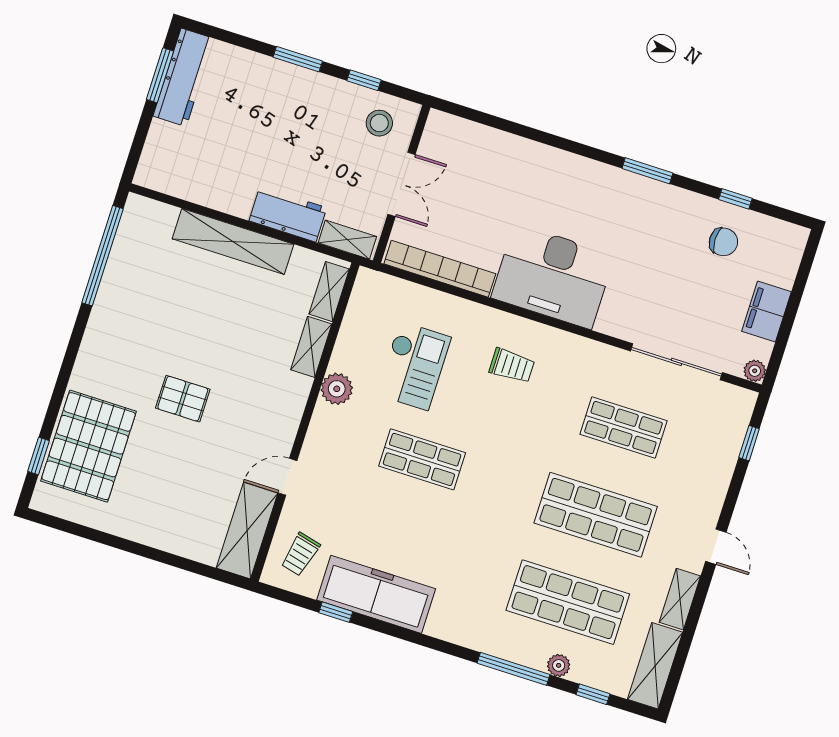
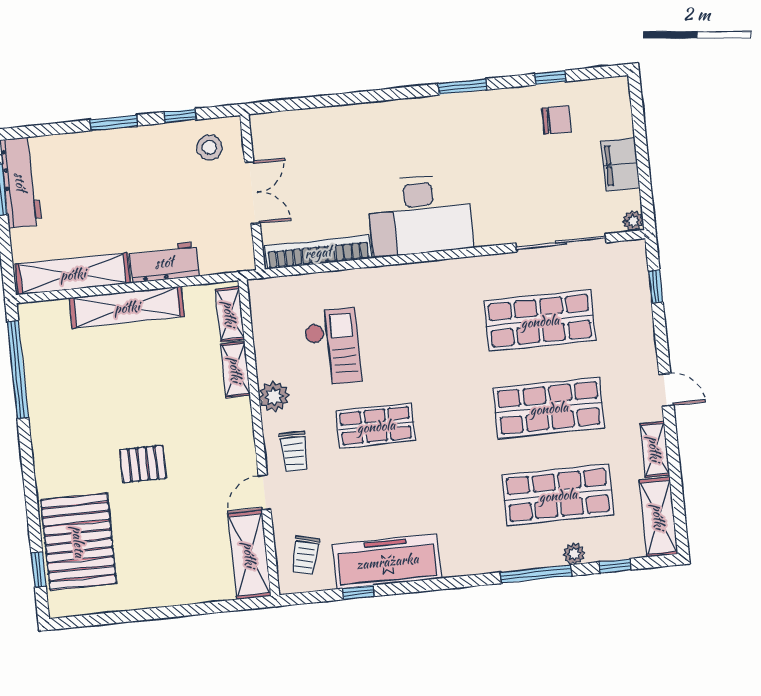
shelving: (347, 240) -> (73, 274), moved, width x2.20, depth x1.33
trolley: (512, 366) -> (294, 451), moved, turned 90
shop shelf: (624, 427) -> (540, 321), width x1.43, depth x1.36

